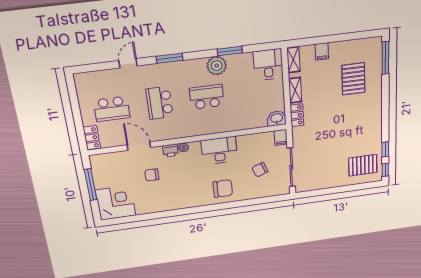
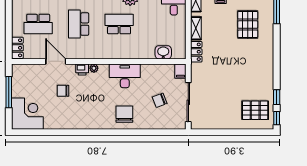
washbasin: (277, 118) -> (163, 52), moved
chair: (223, 189) -> (124, 114), turned -90

